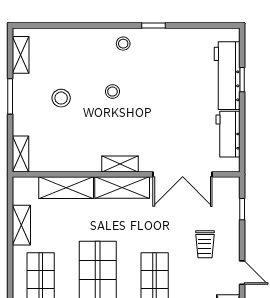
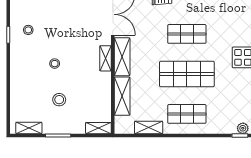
stool: (123, 44) -> (28, 30), moved

